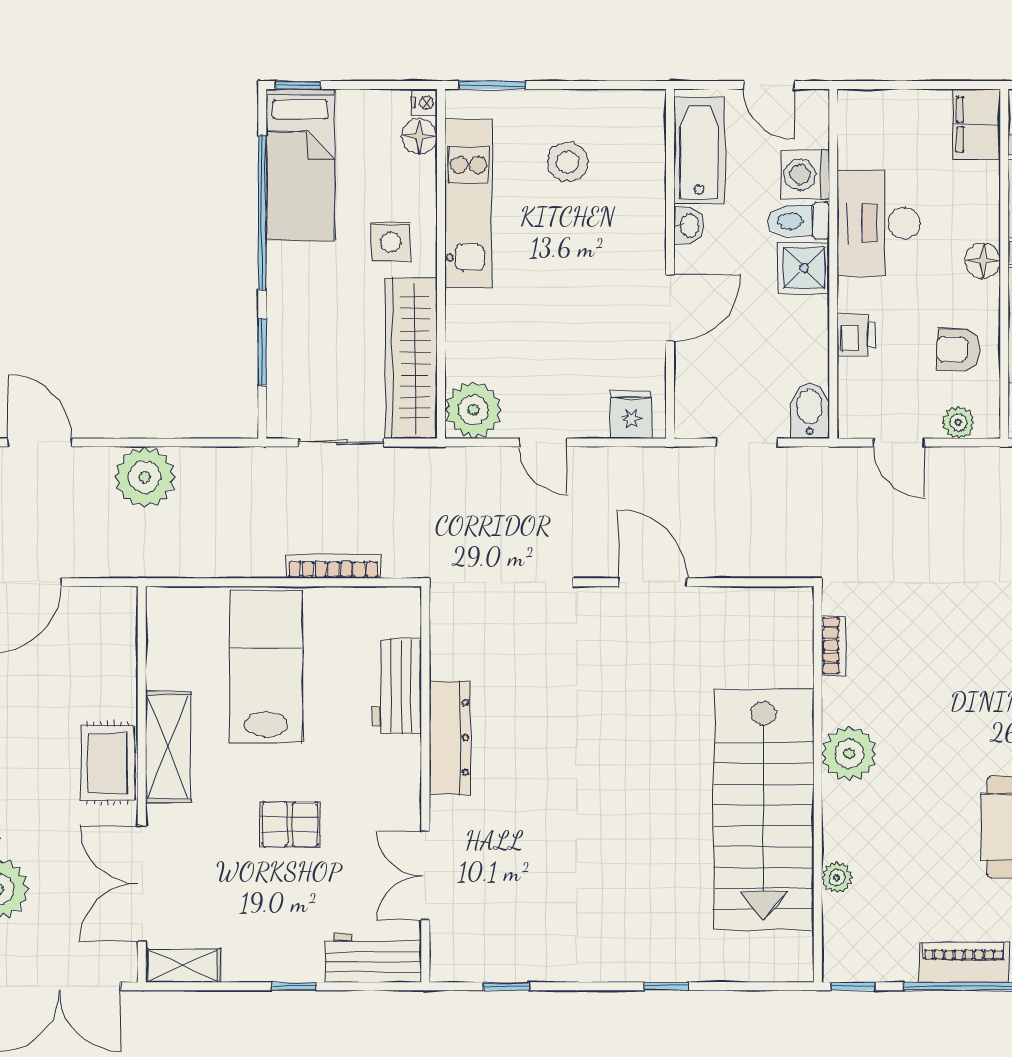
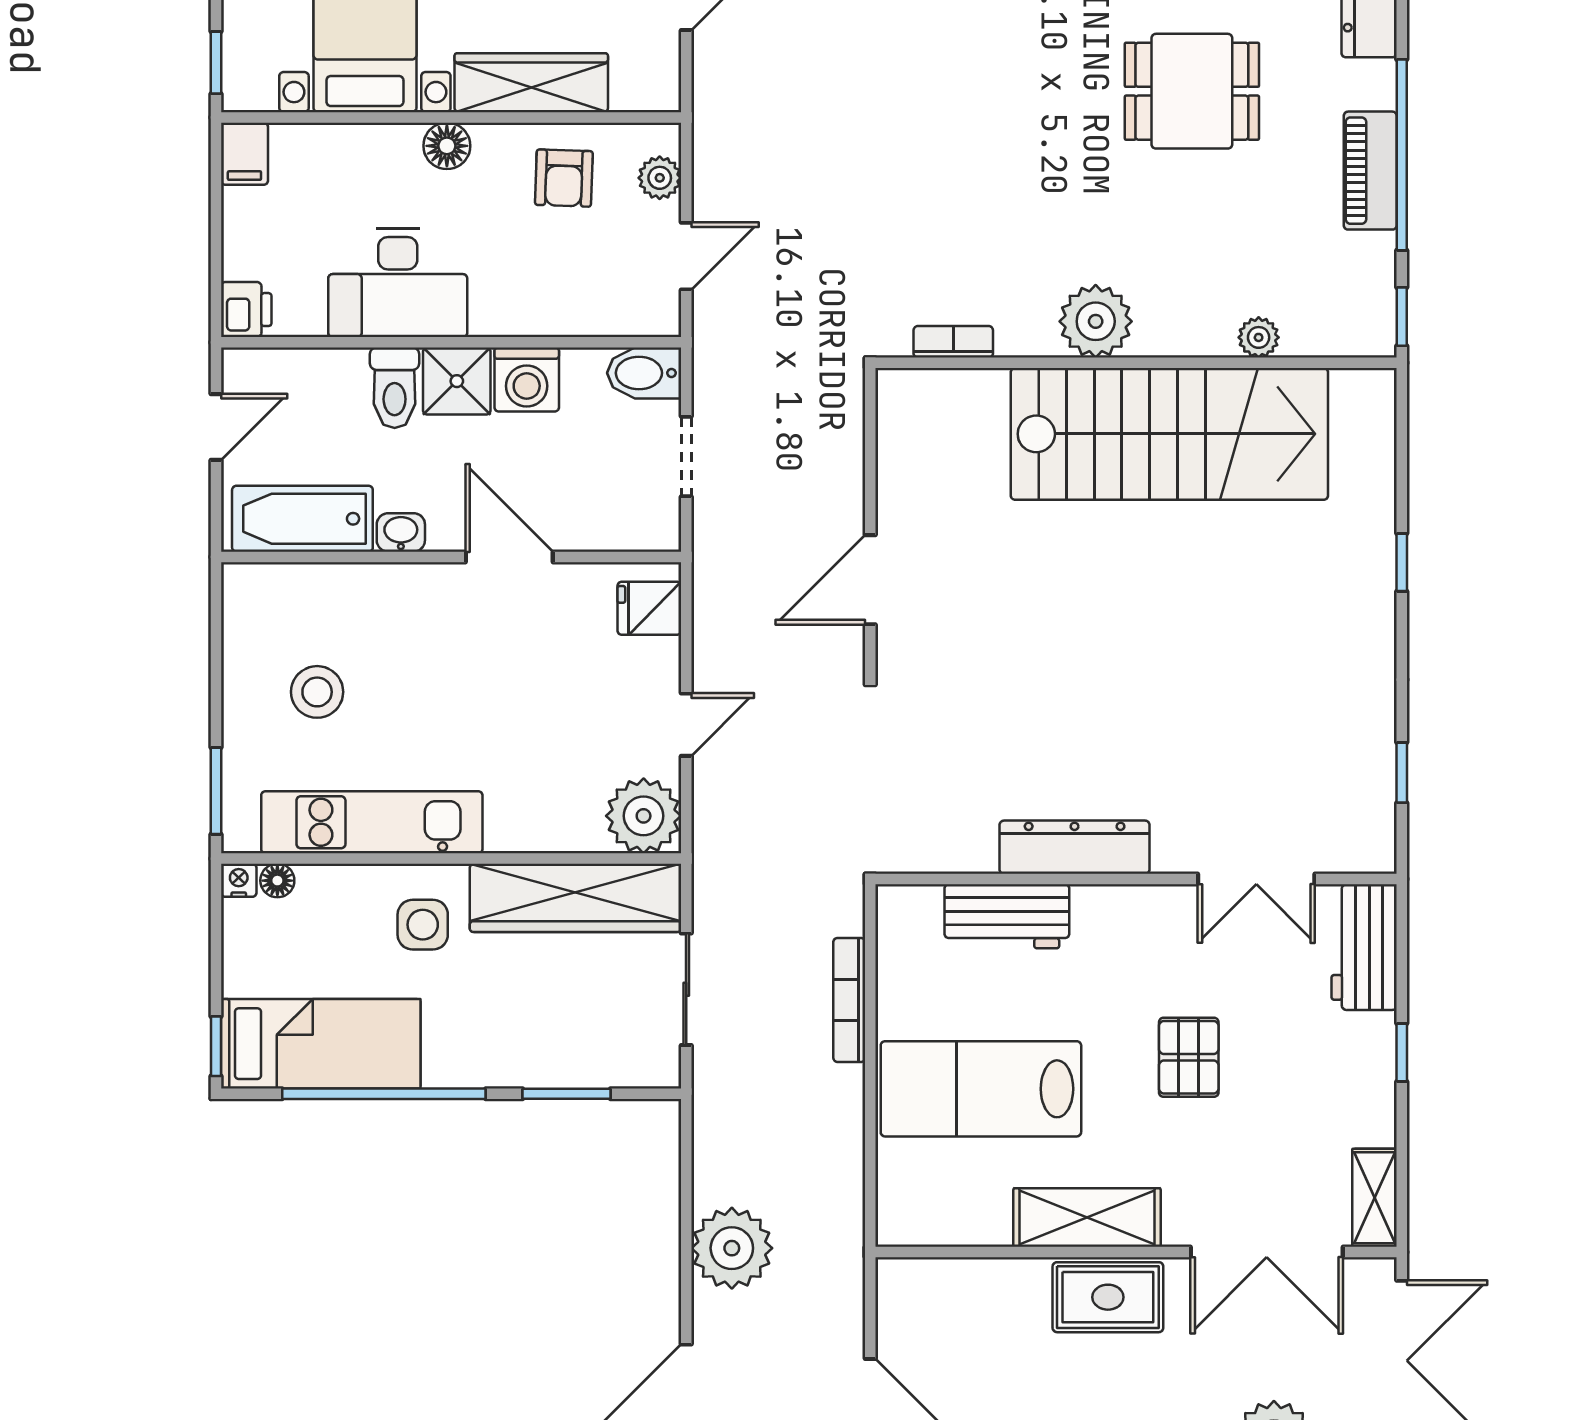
filing cabinet: (977, 125) -> (244, 154), width x0.50
floor lamp: (419, 137) -> (277, 881), width x0.73, depth x0.73
washing machine: (805, 175) -> (527, 380), moved
printer: (856, 334) -> (246, 310), moved, turned 90

